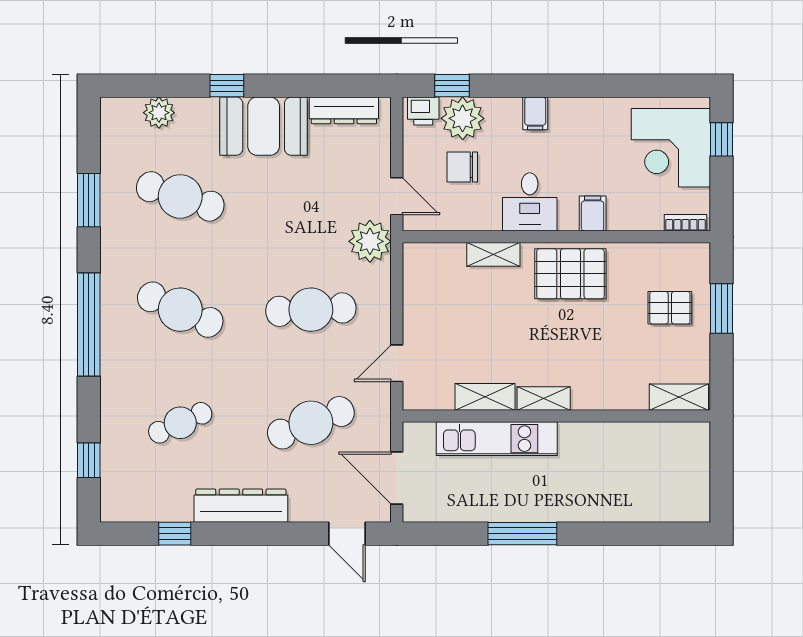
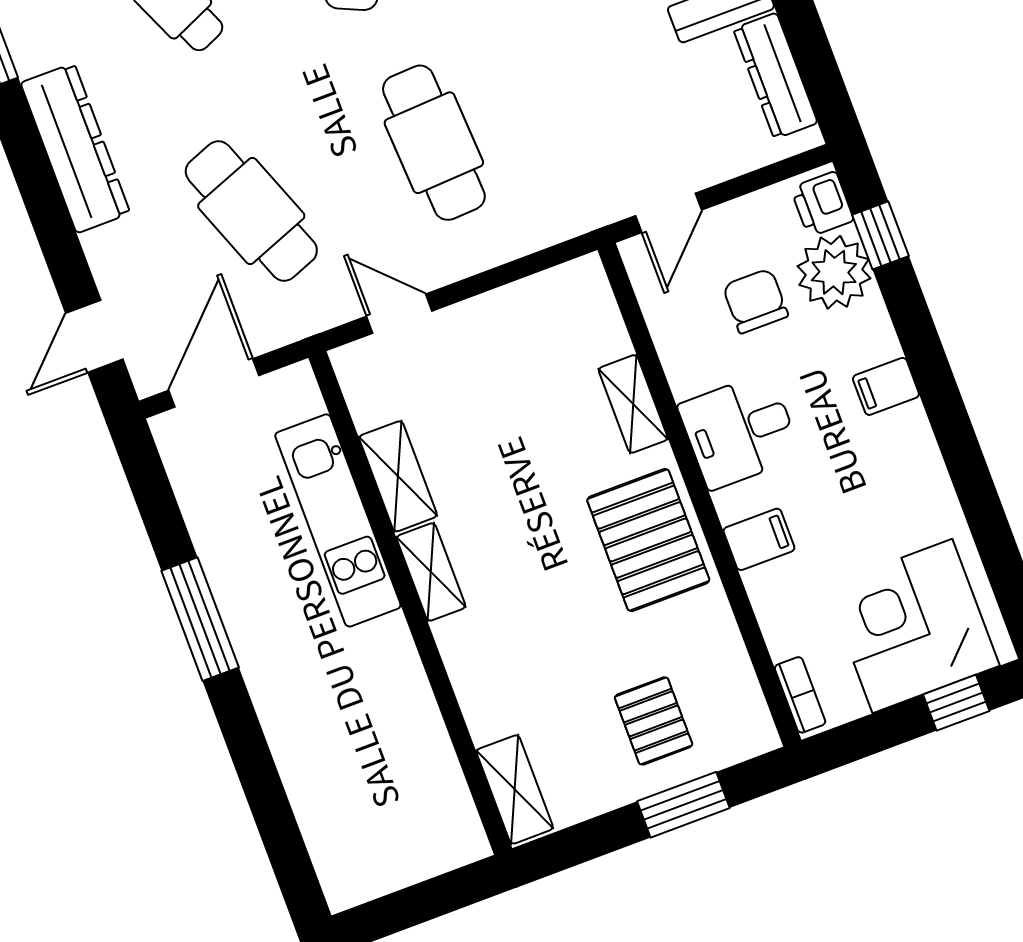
plant: (370, 241) -> (580, 197), removed

